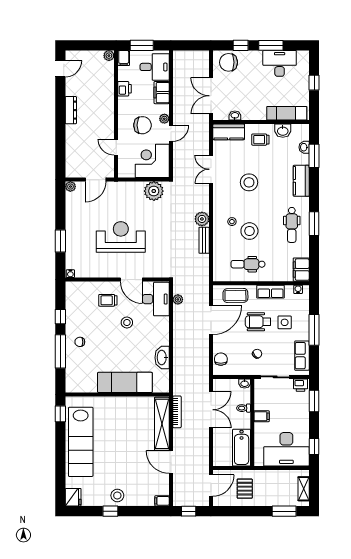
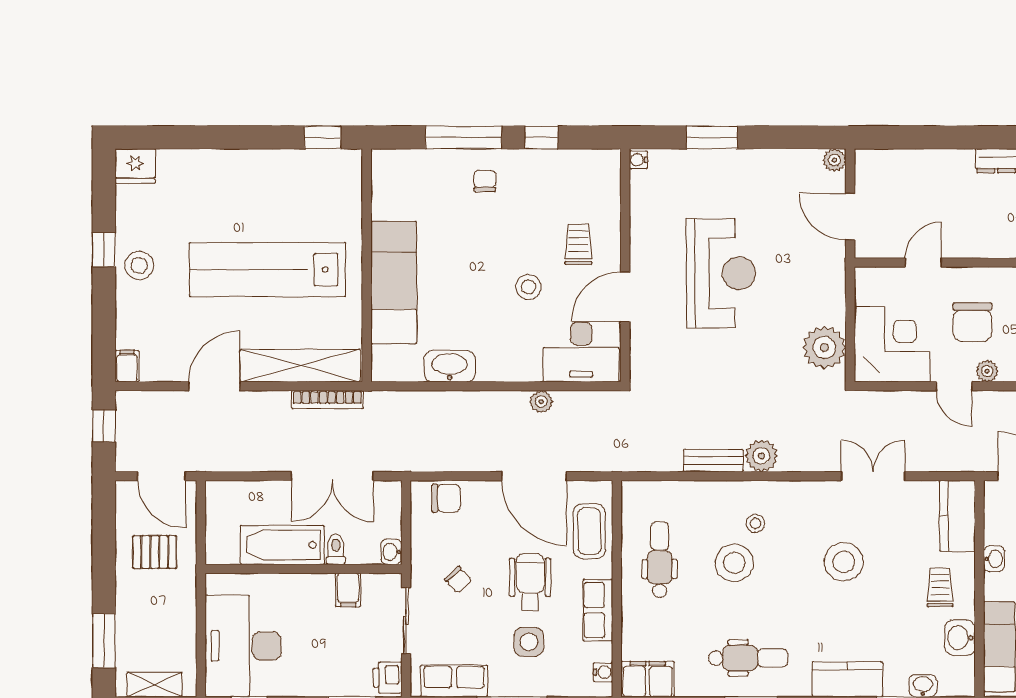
washbasin: (235, 116) -> (994, 559), moved
dental chair: (292, 225) -> (748, 658), turned 180
plant: (178, 299) -> (541, 402), moved
filing cabinet: (262, 416) -> (348, 590), moved
lab bench: (81, 442) -> (267, 270), moved
bathtub: (242, 448) -> (282, 545), moved

